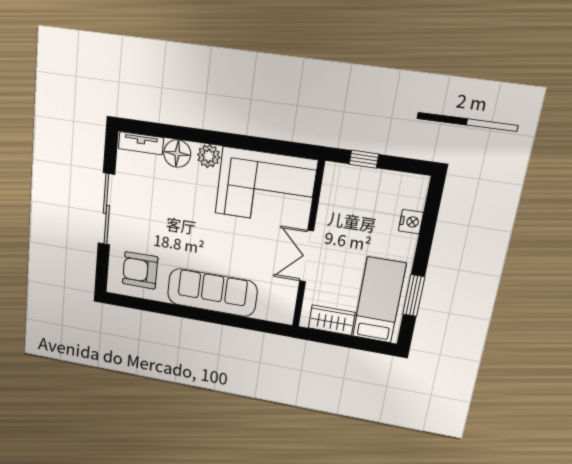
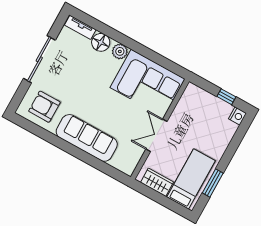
window: (364, 159) -> (226, 97), moved
nightstand: (411, 222) -> (237, 116), moved

